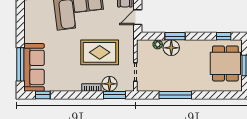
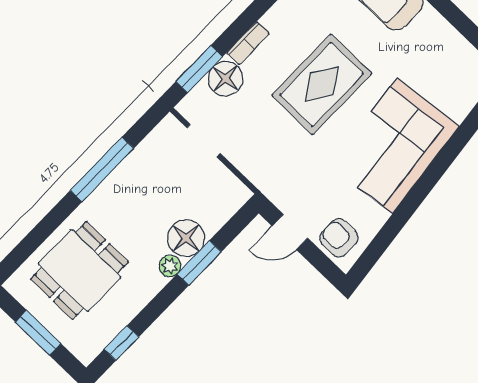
door: (138, 17) -> (290, 232), swing flipped
plant: (158, 44) -> (170, 266), moved
rug: (100, 52) -> (322, 84), moved
dining table: (225, 63) -> (80, 271), moved, turned 90

